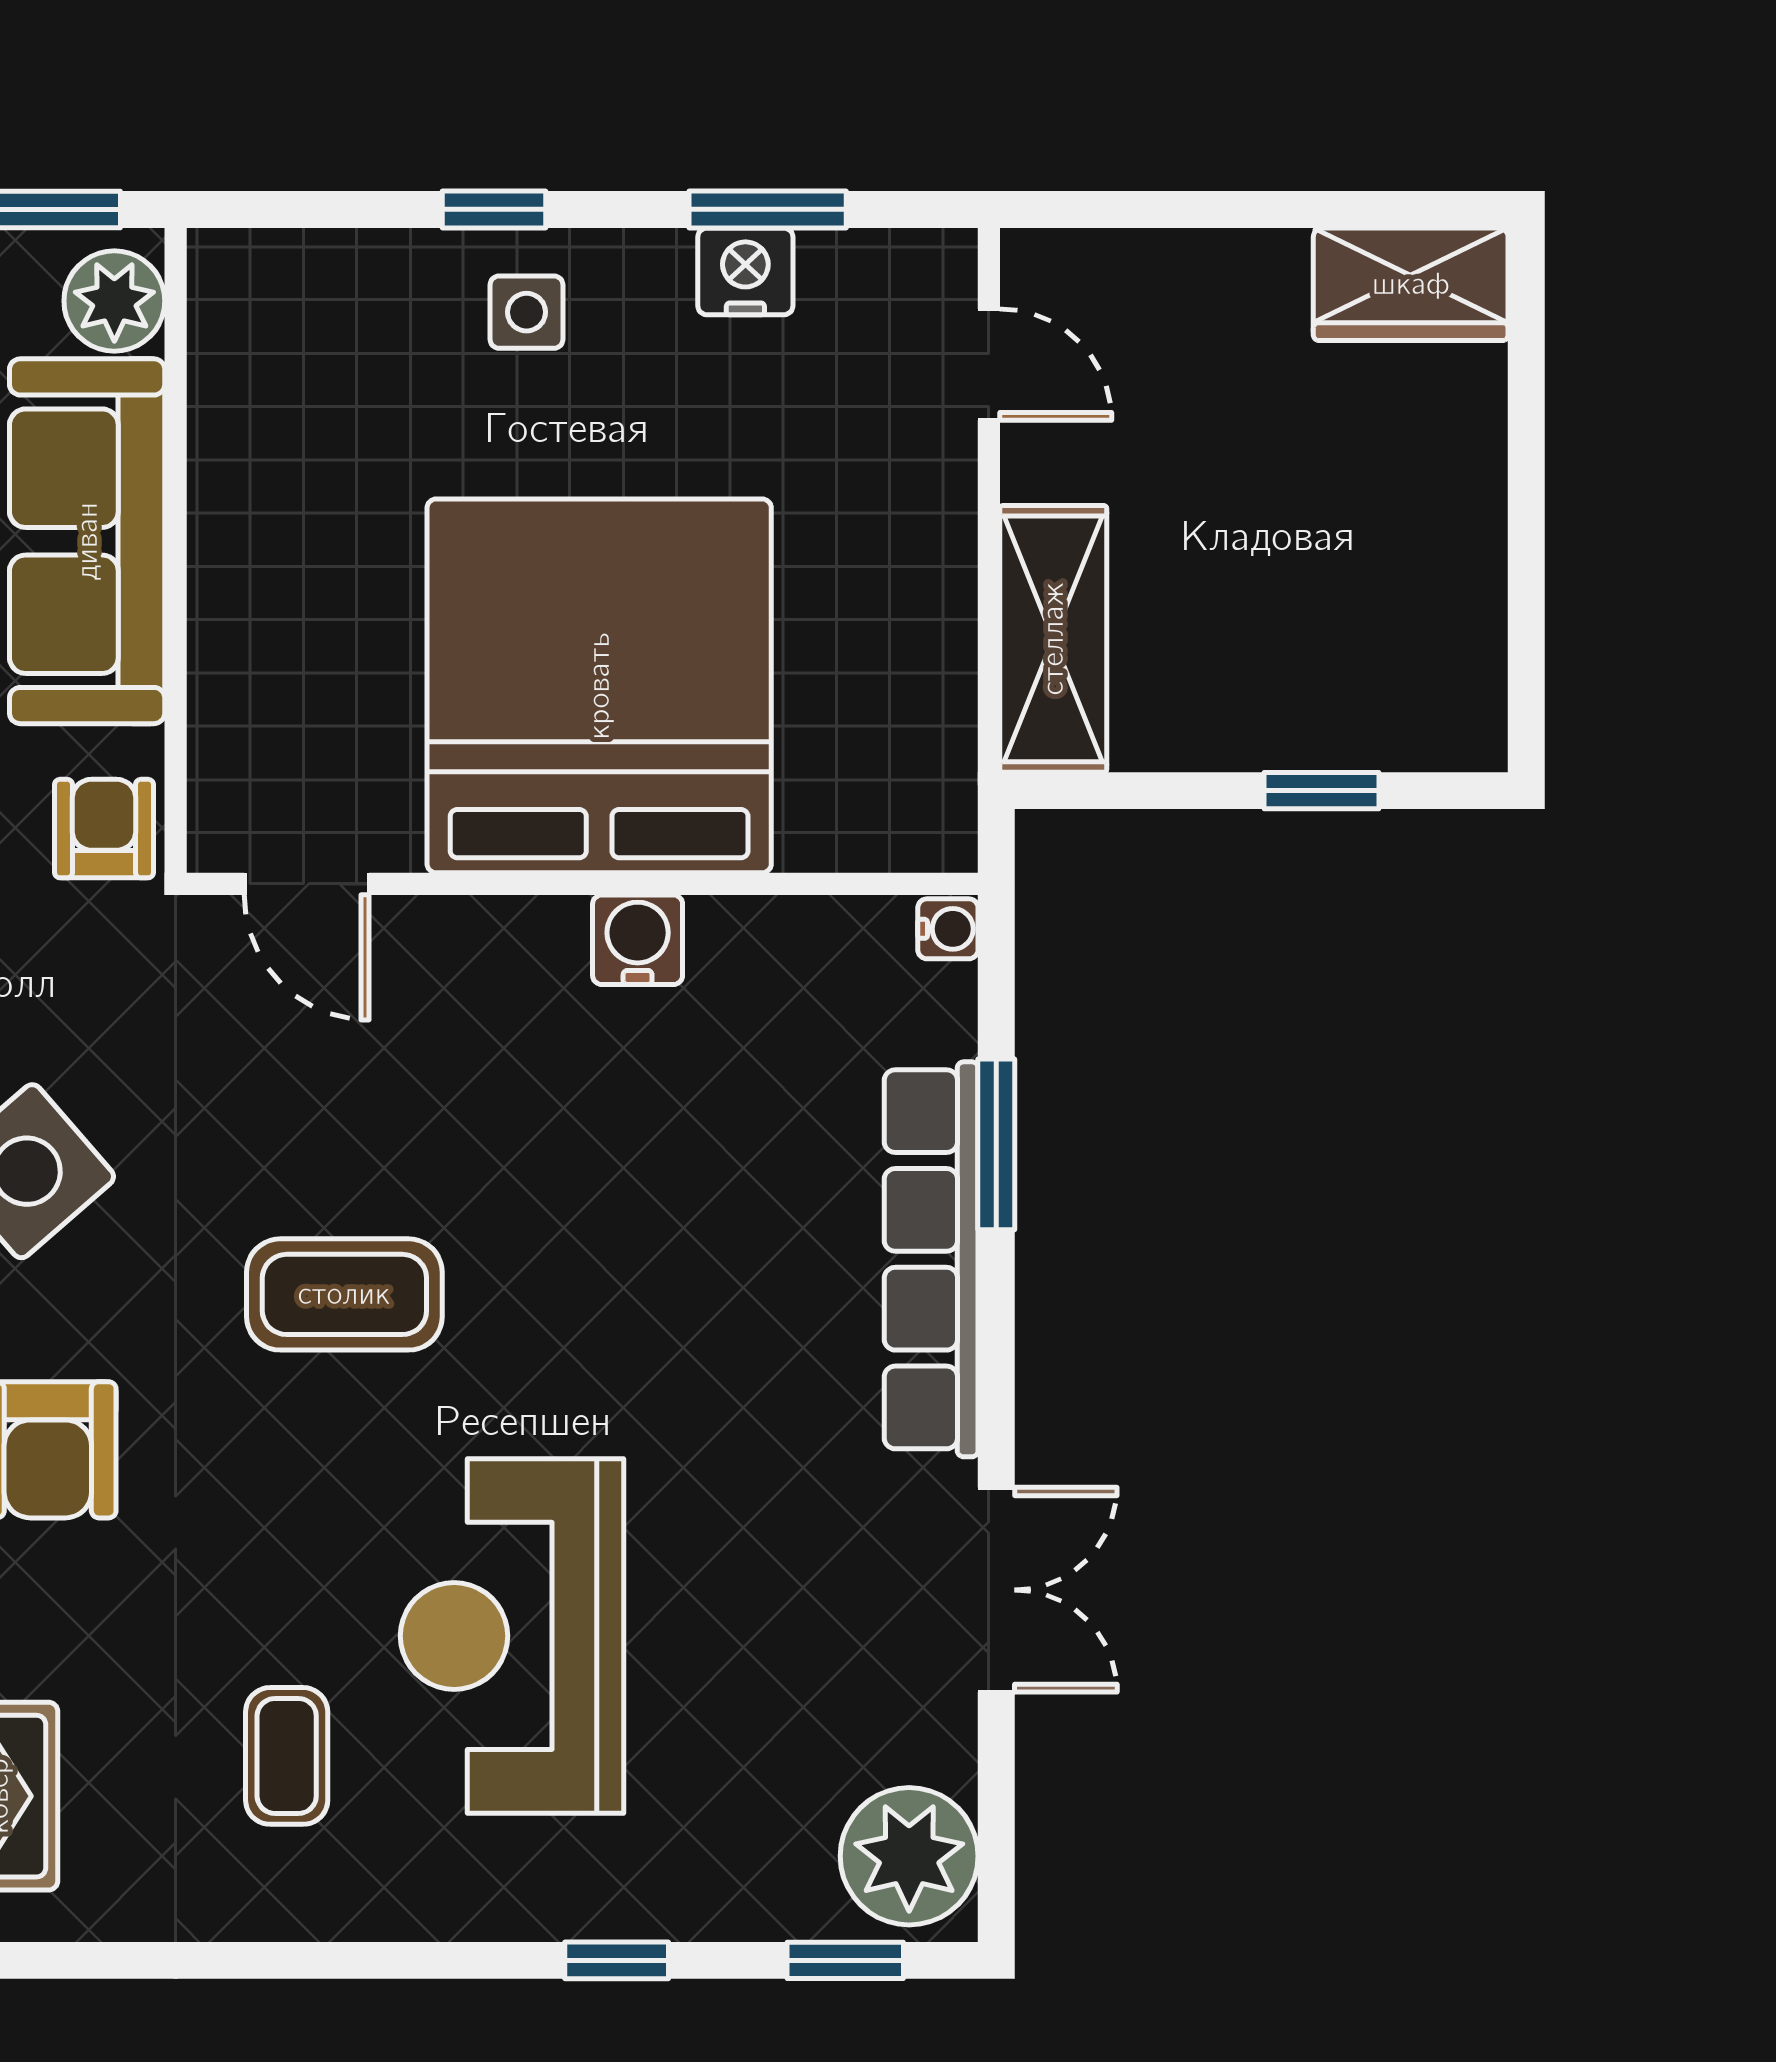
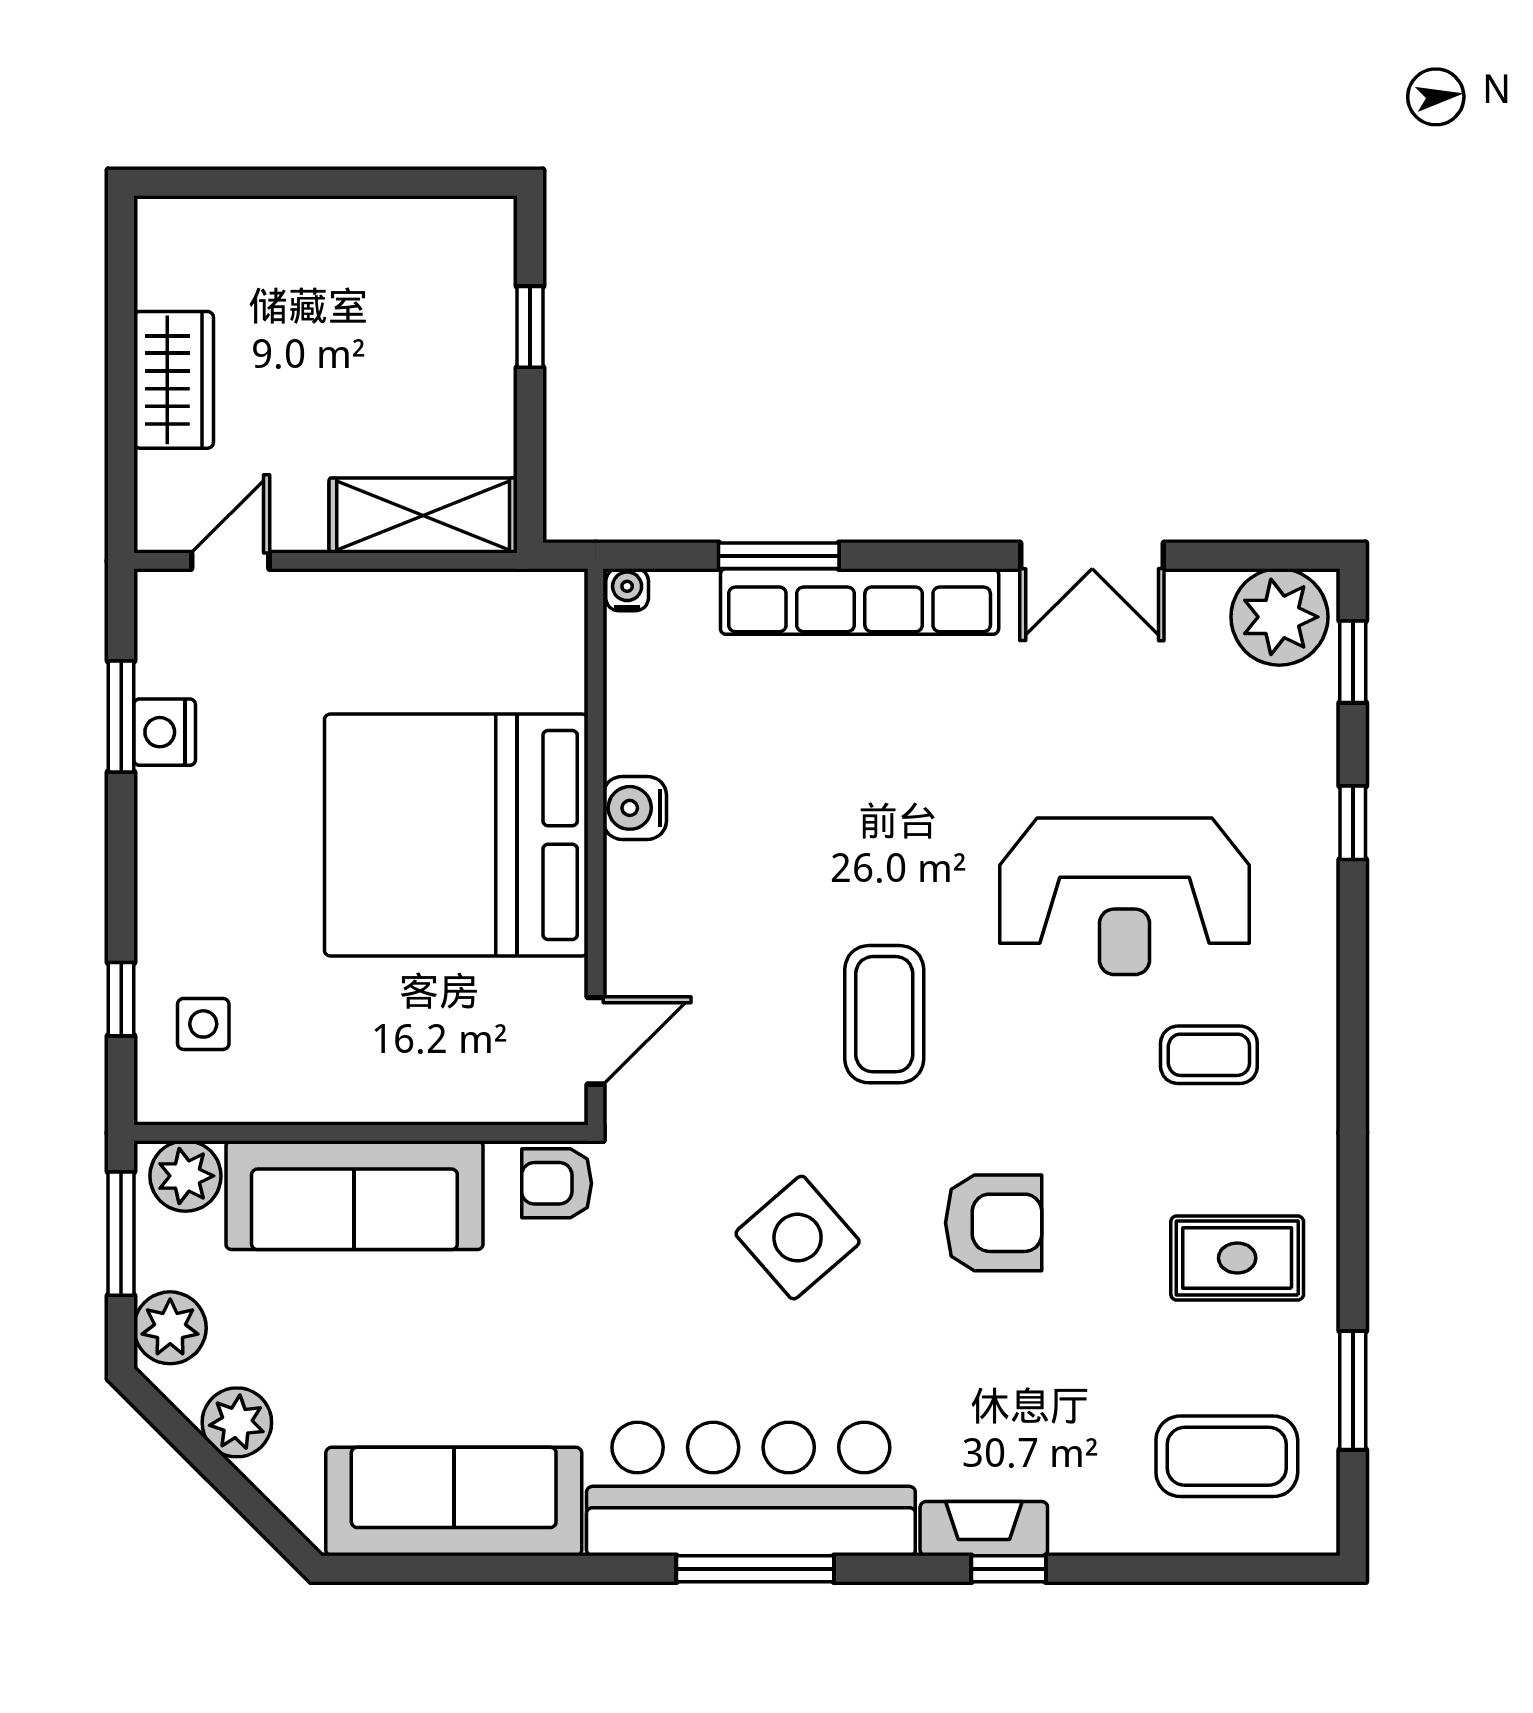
window: (494, 209) -> (121, 999), moved
wardrobe: (1411, 284) -> (174, 380), moved
side table: (526, 312) -> (203, 1024), moved
double door: (996, 1590) -> (1092, 556), swing flipped

